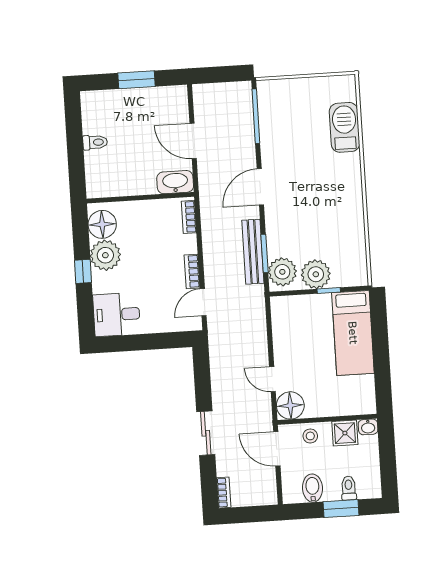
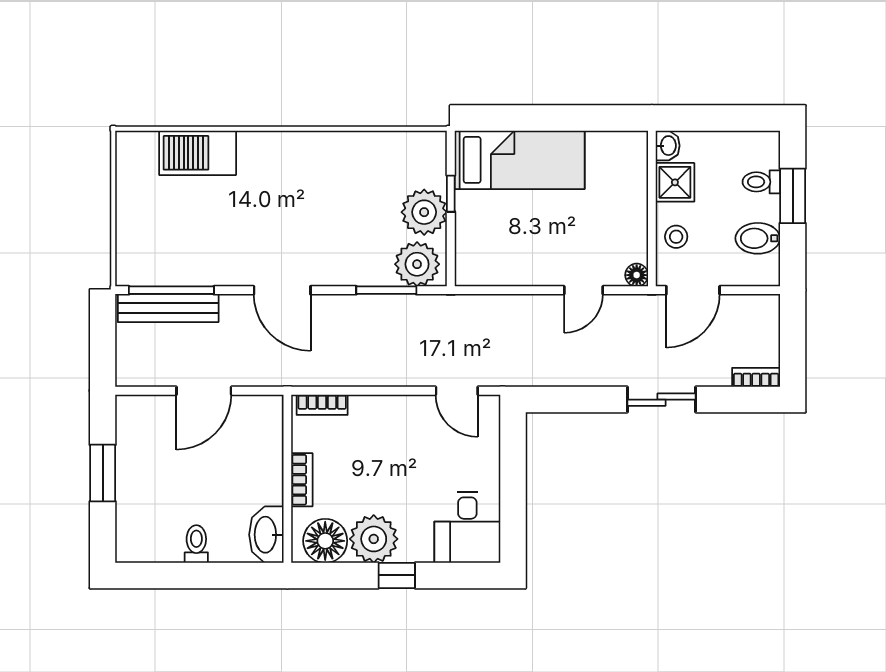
washbasin: (175, 182) -> (266, 535), moved
bench: (253, 252) -> (168, 308), moved
bookcase: (192, 271) -> (302, 480), moved, turned -90
floor lamp: (290, 405) -> (637, 275), width x0.53, depth x0.53

